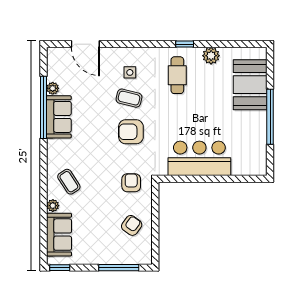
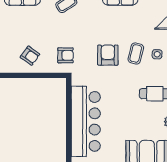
bar counter: (199, 158) -> (86, 121), width x1.36

